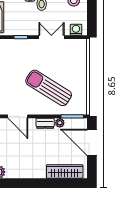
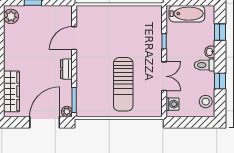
sun lounger: (49, 88) -> (123, 84), moved, turned 148
plant: (60, 123) -> (67, 112), moved

